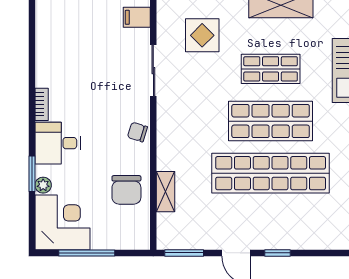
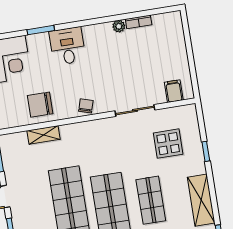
bookcase: (42, 104) -> (139, 22), moved
plant: (43, 185) -> (119, 26), moved

